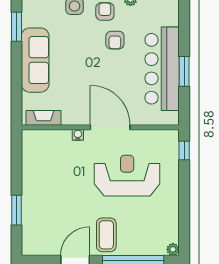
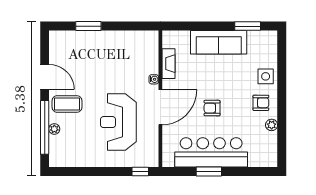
armchair: (115, 40) -> (212, 108), moved
fireplace: (43, 118) -> (168, 64), moved
reception desk: (127, 176) -> (118, 122), turned 180
plant: (173, 249) -> (54, 129), moved

